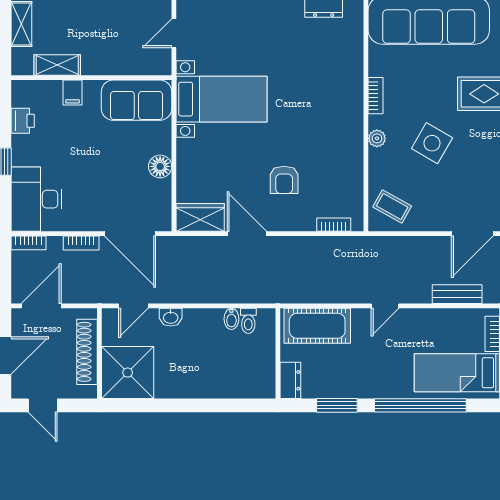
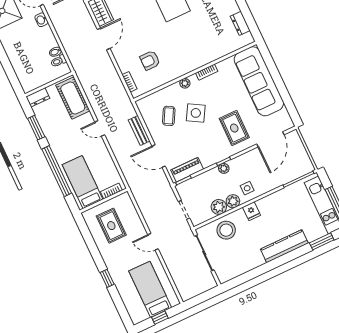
armchair: (284, 180) -> (150, 60), moved
coffee table: (392, 207) -> (169, 116), moved
bench: (457, 294) -> (139, 130), moved

